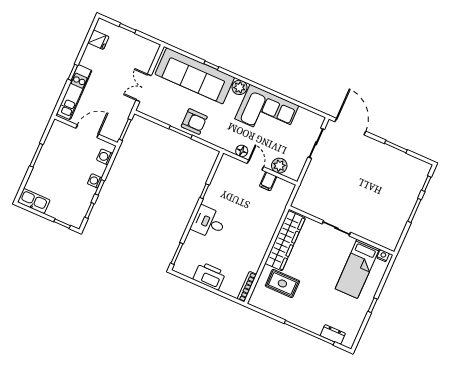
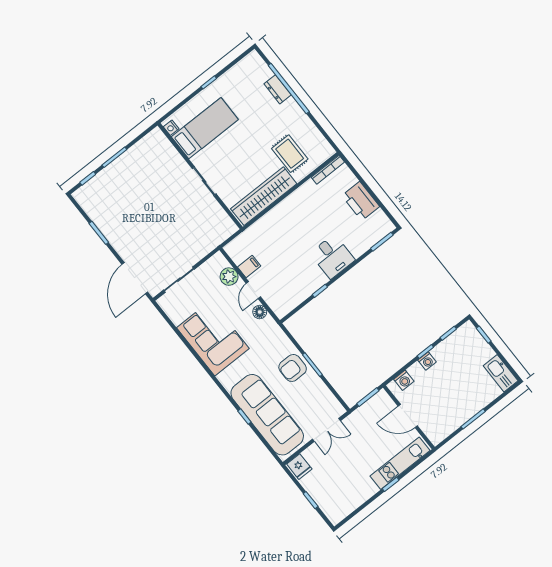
fridge: (98, 40) -> (299, 467), moved, turned 180
plant: (239, 87) -> (228, 379), removed
armchair: (194, 122) -> (293, 368), turned -90
dresser: (333, 334) -> (278, 89), moved

